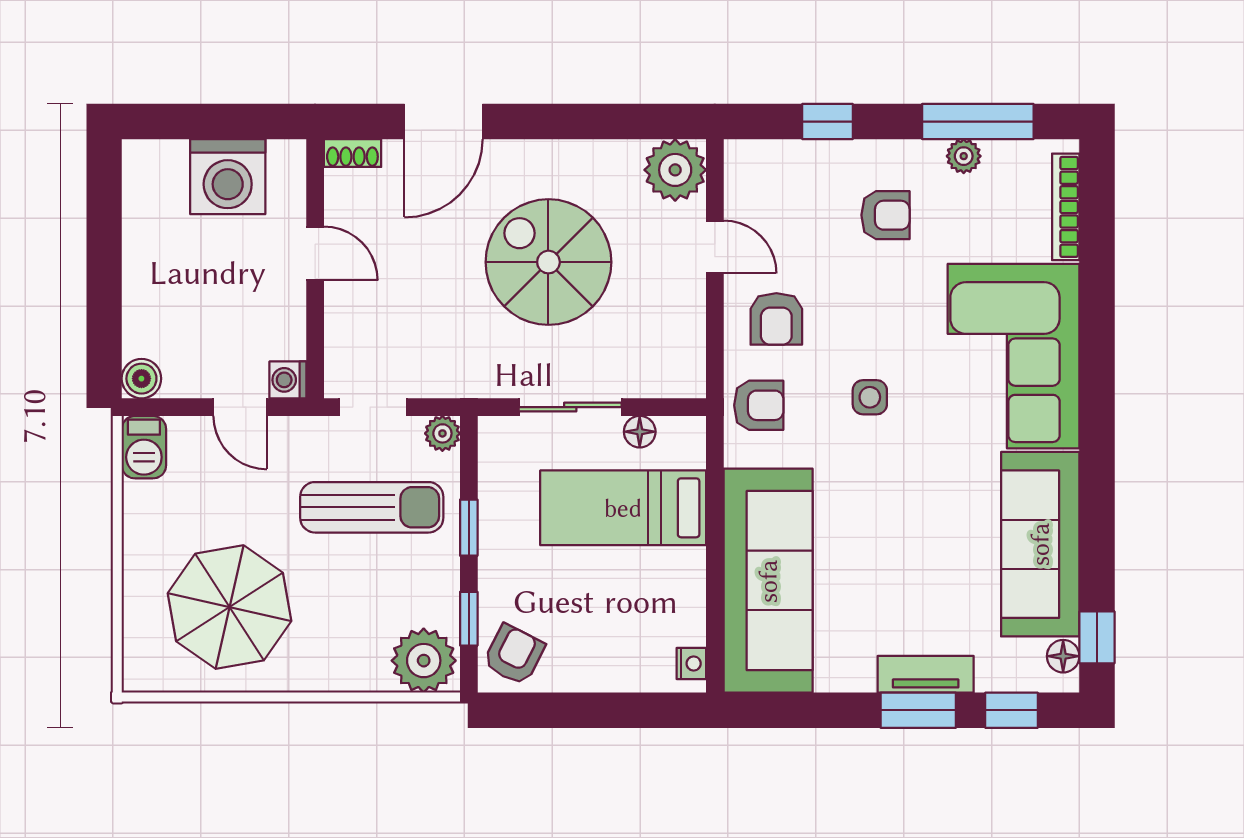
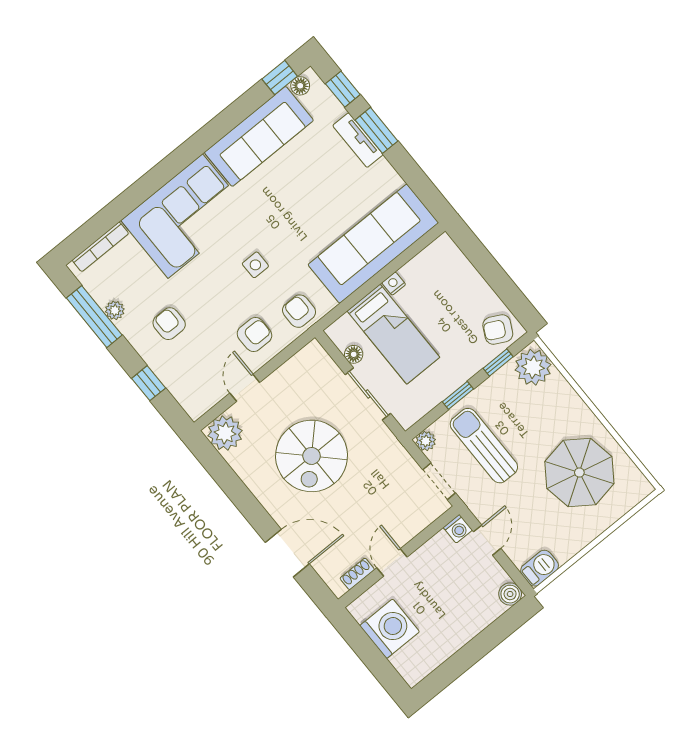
shoe rack: (352, 153) -> (357, 574), moved, turned -90
nightstand: (691, 663) -> (394, 284), moved

